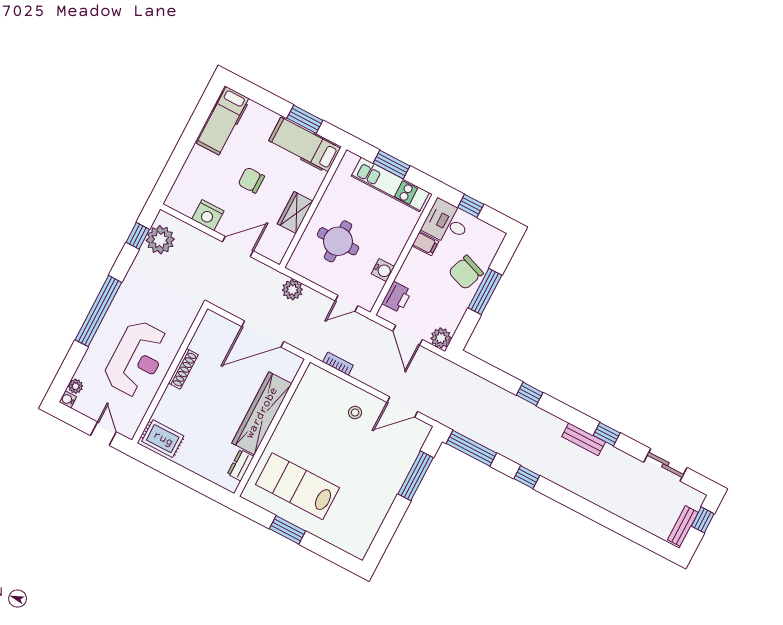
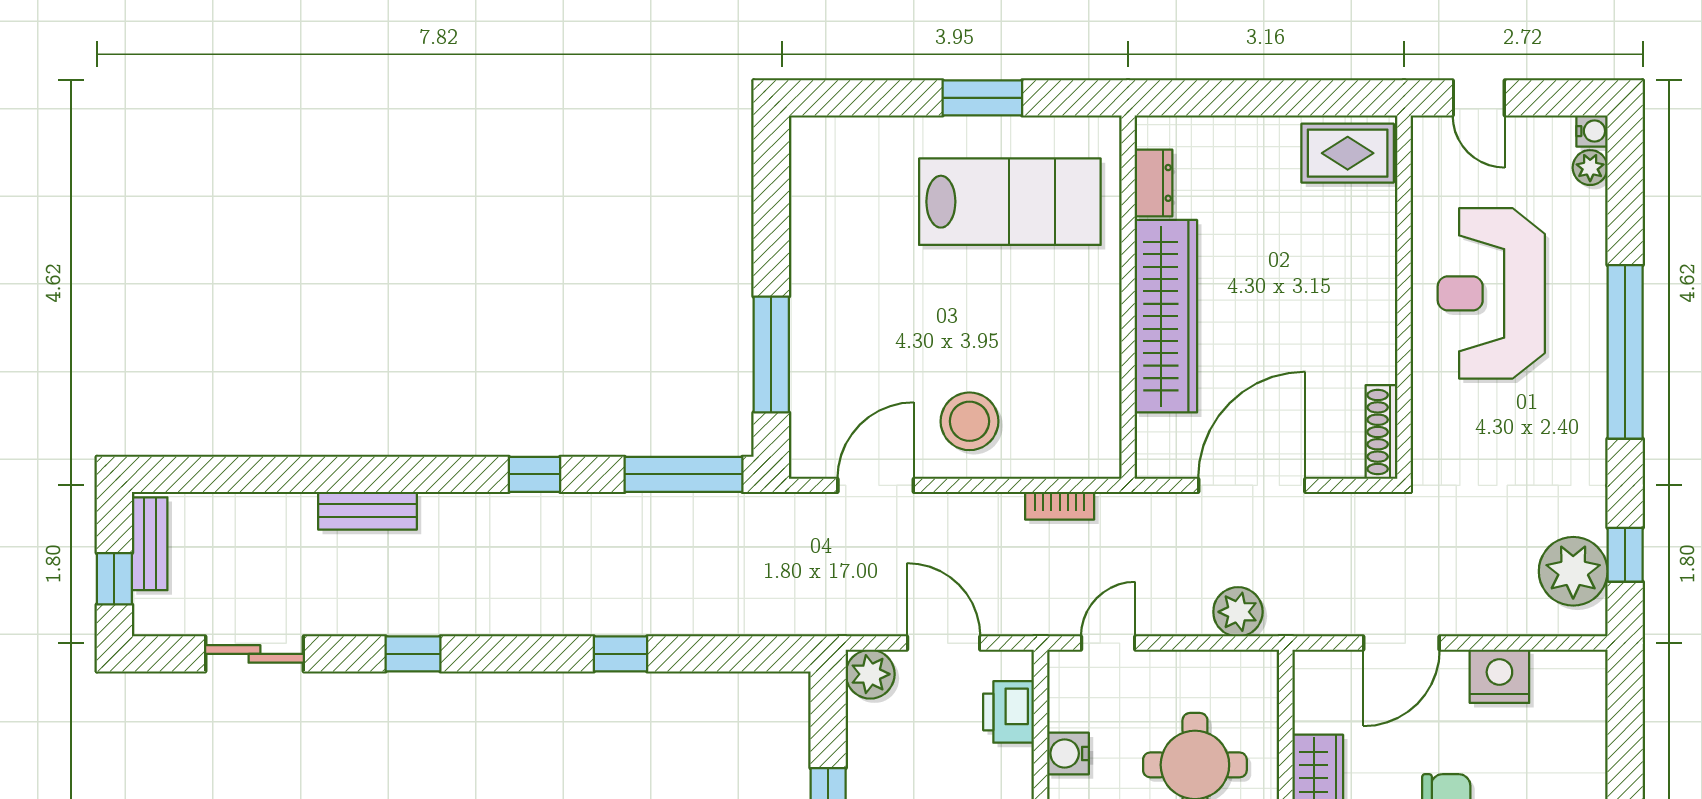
shoe rack: (183, 369) -> (1381, 432), moved
stool: (355, 413) -> (969, 421), width x1.89, depth x1.89
bench: (584, 439) -> (368, 511), moved

